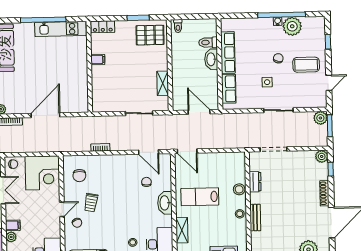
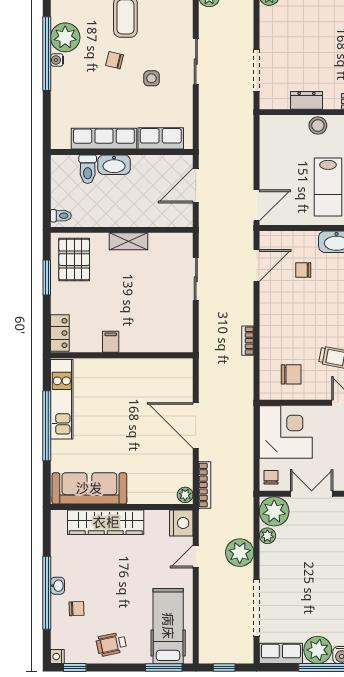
shelving: (163, 83) -> (128, 241), moved

